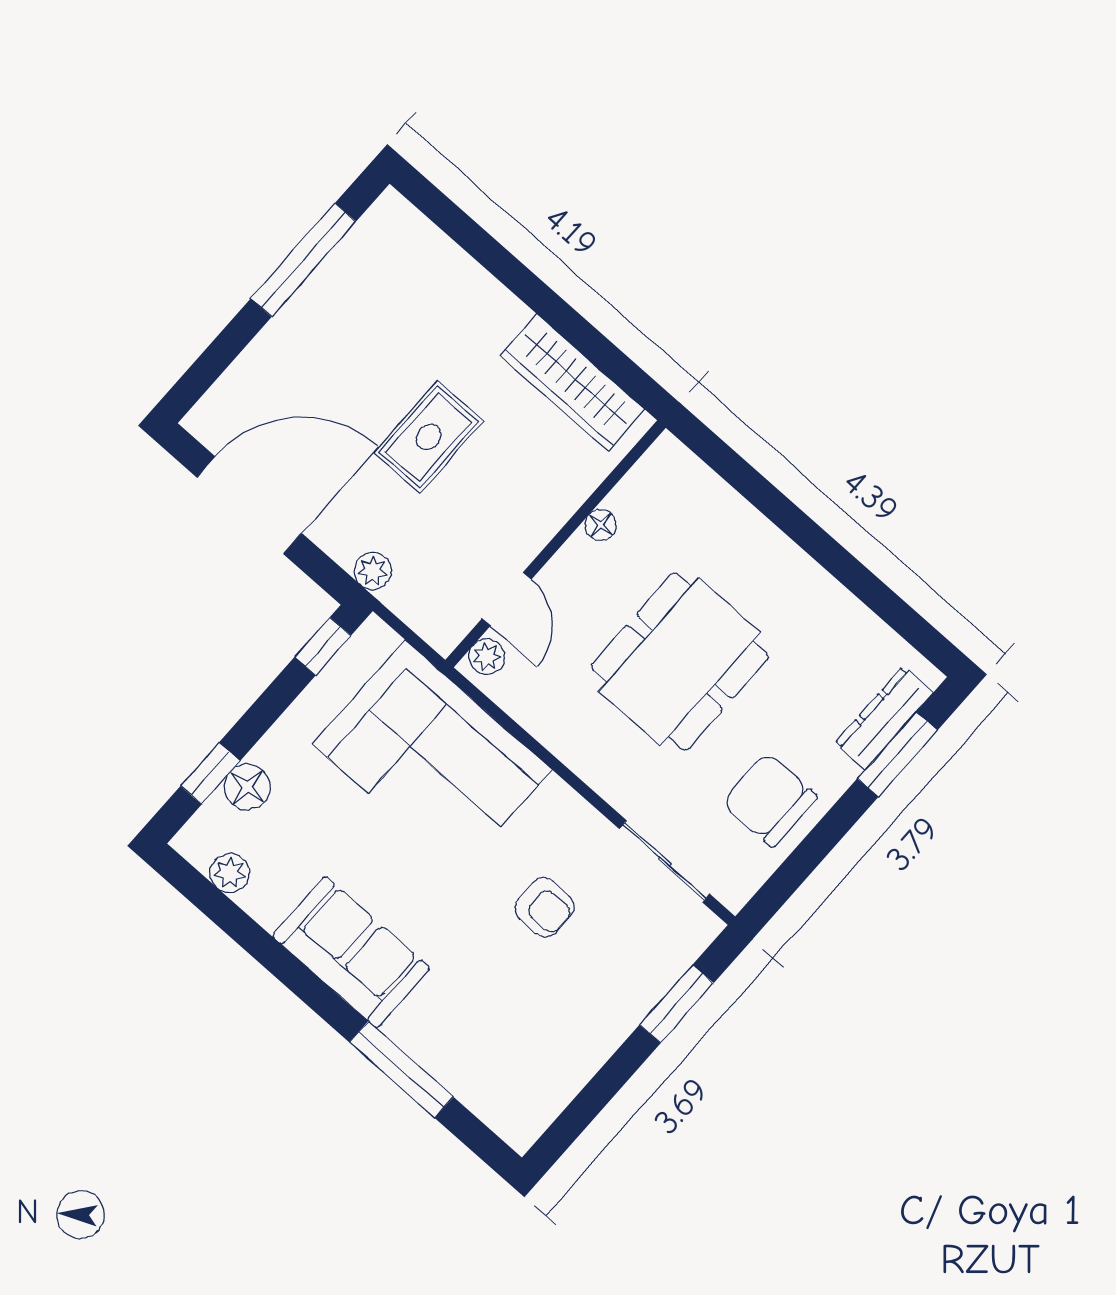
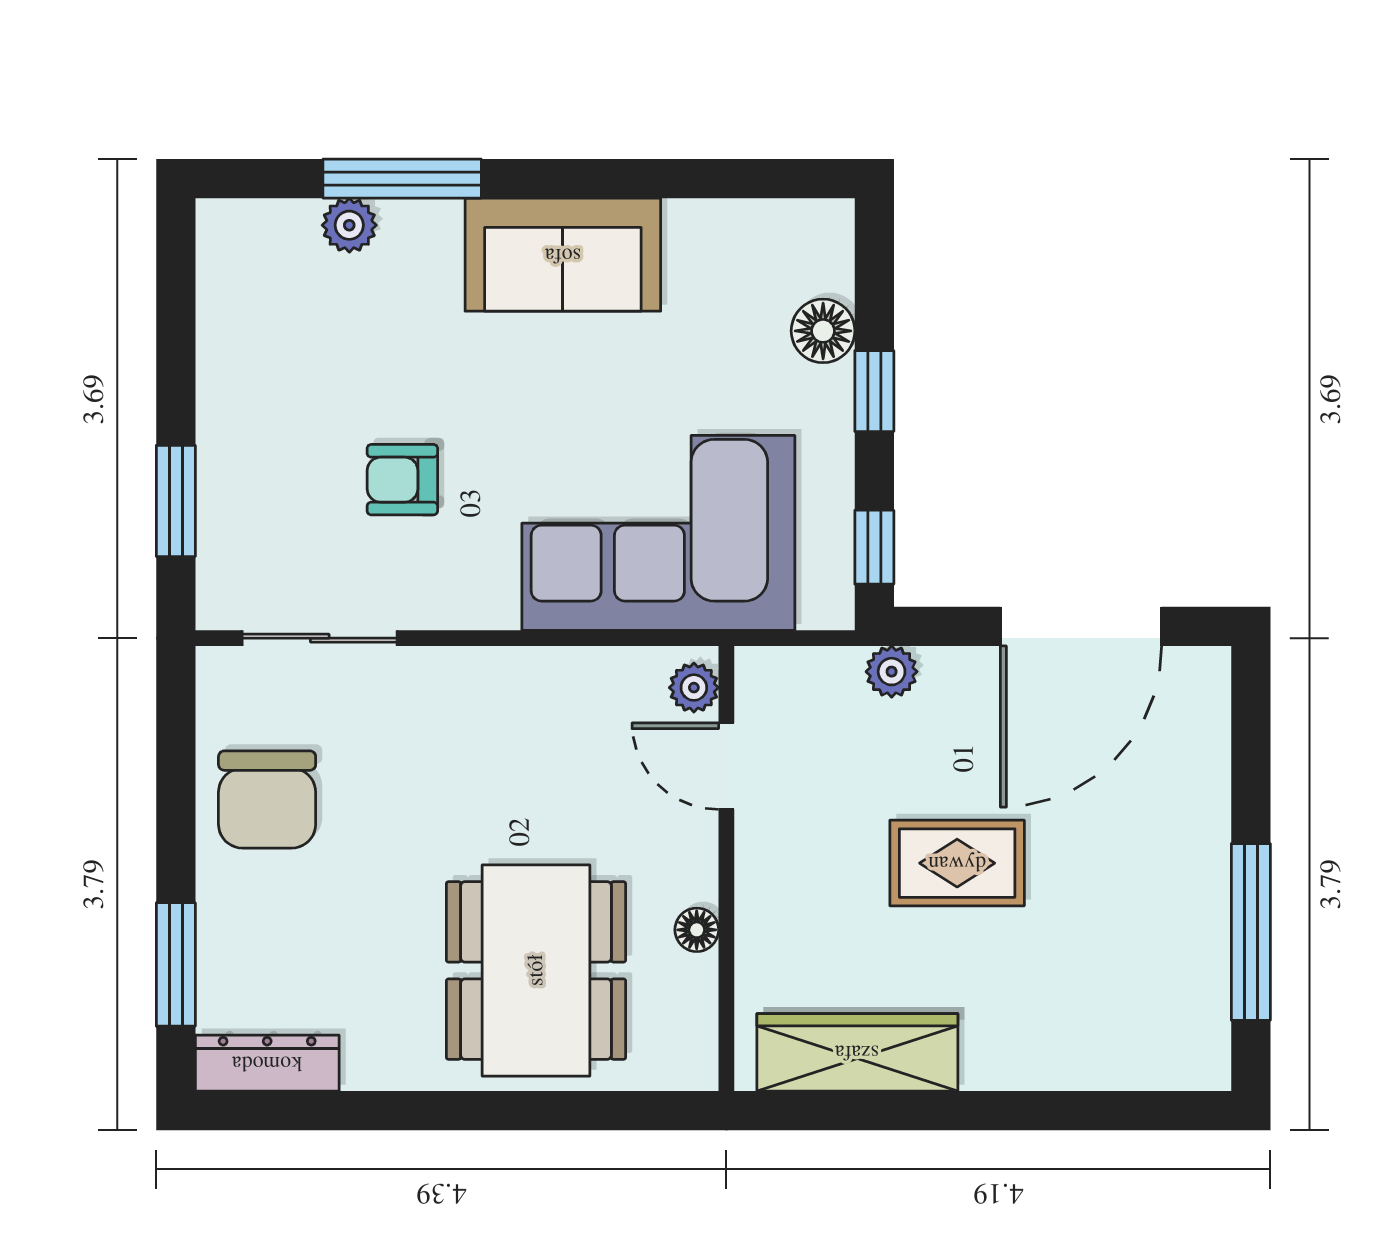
rug: (429, 437) -> (957, 863), turned 90
dining table: (680, 662) -> (536, 970), moved
dresser: (884, 718) -> (267, 1063), moved, turned -90
window: (210, 773) -> (874, 391), moved
chair: (770, 800) -> (267, 799), turned 90
plant: (230, 873) -> (349, 225), moved

